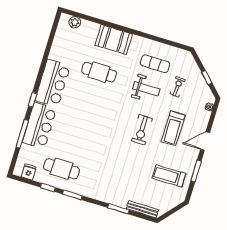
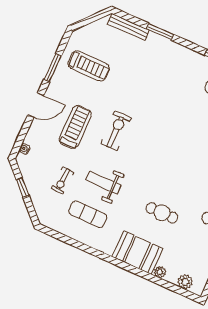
plant: (95, 27) -> (160, 272), added
cafe table: (99, 72) -> (162, 213), width x0.73, depth x0.74

